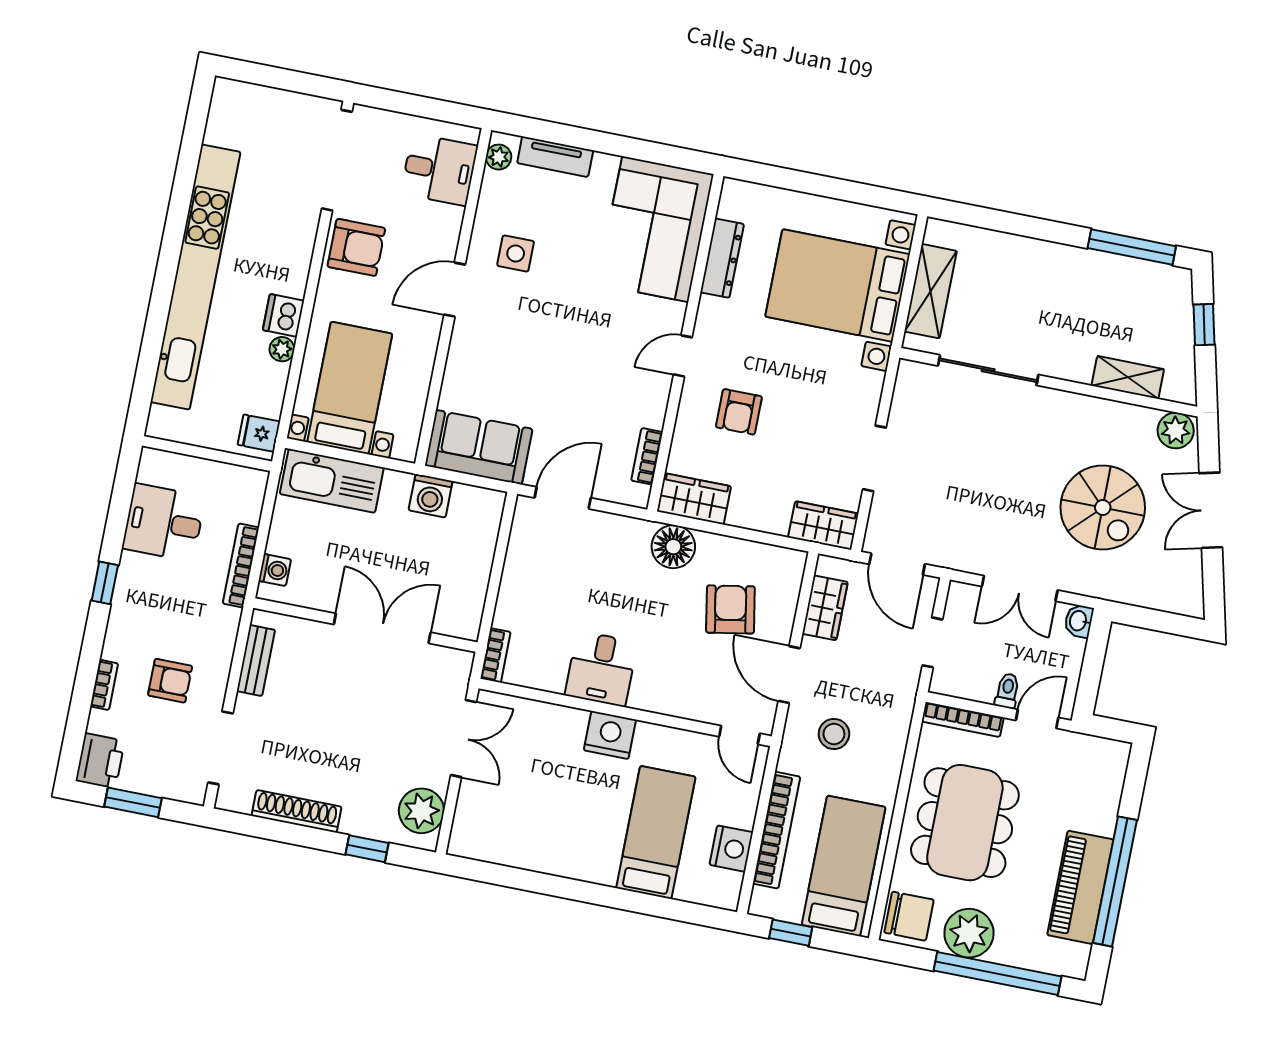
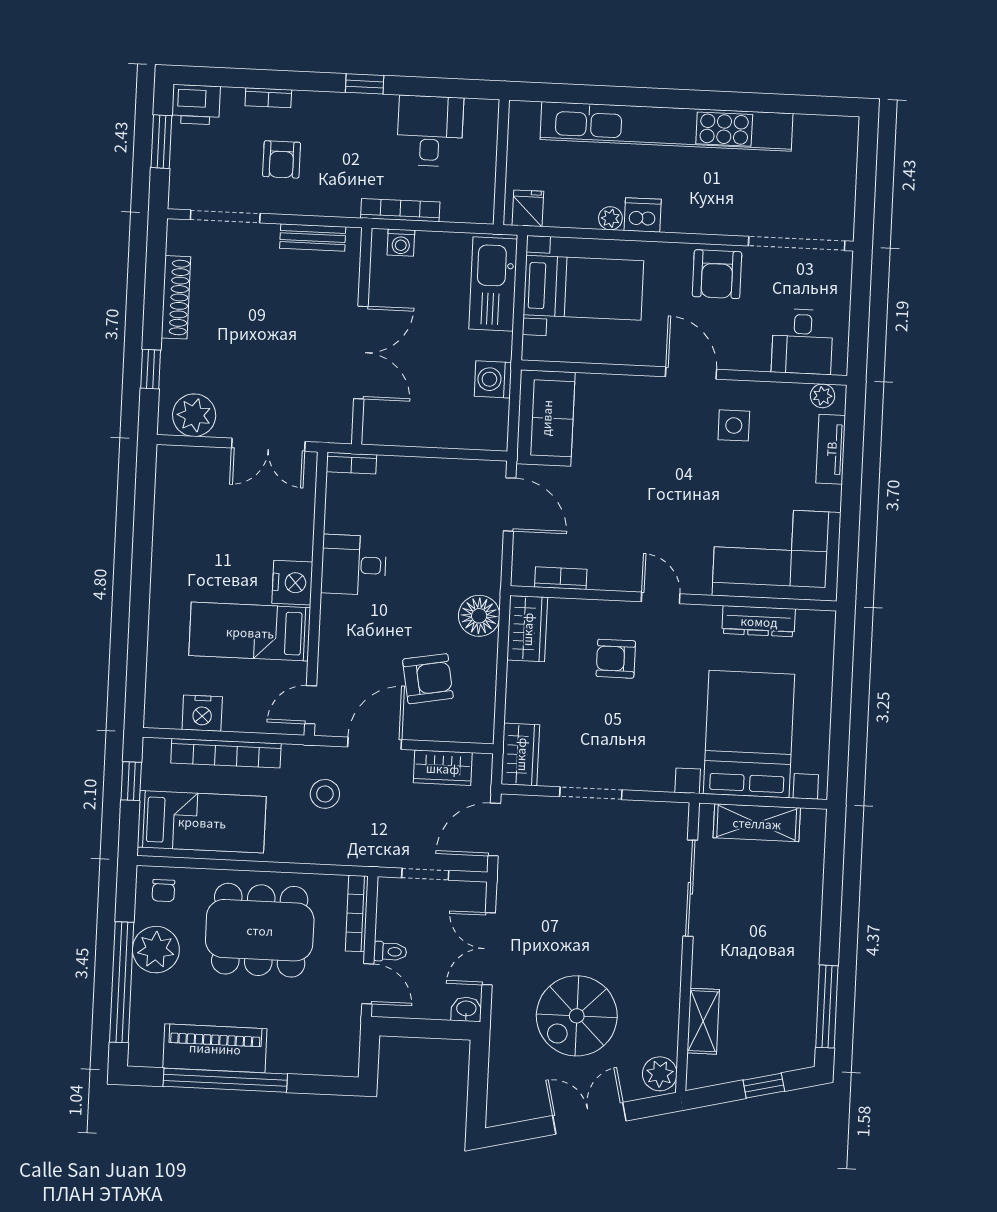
bed: (656, 832) -> (250, 632), moved, turned 180
chair: (909, 916) -> (163, 891), width x0.54, depth x0.54

